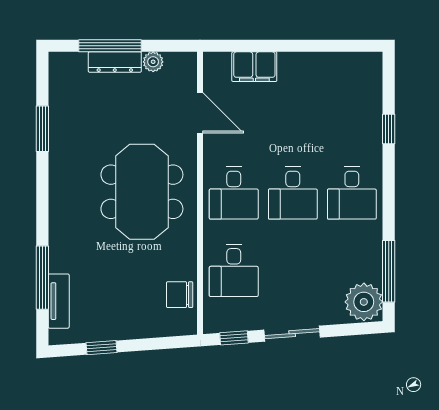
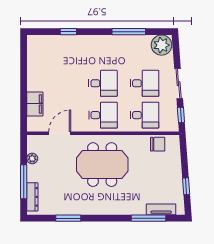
dresser: (115, 62) -> (32, 197), moved
desk: (352, 193) -> (145, 83), moved
window: (389, 271) -> (129, 32), moved
chair: (180, 295) -> (158, 144), turned -90

